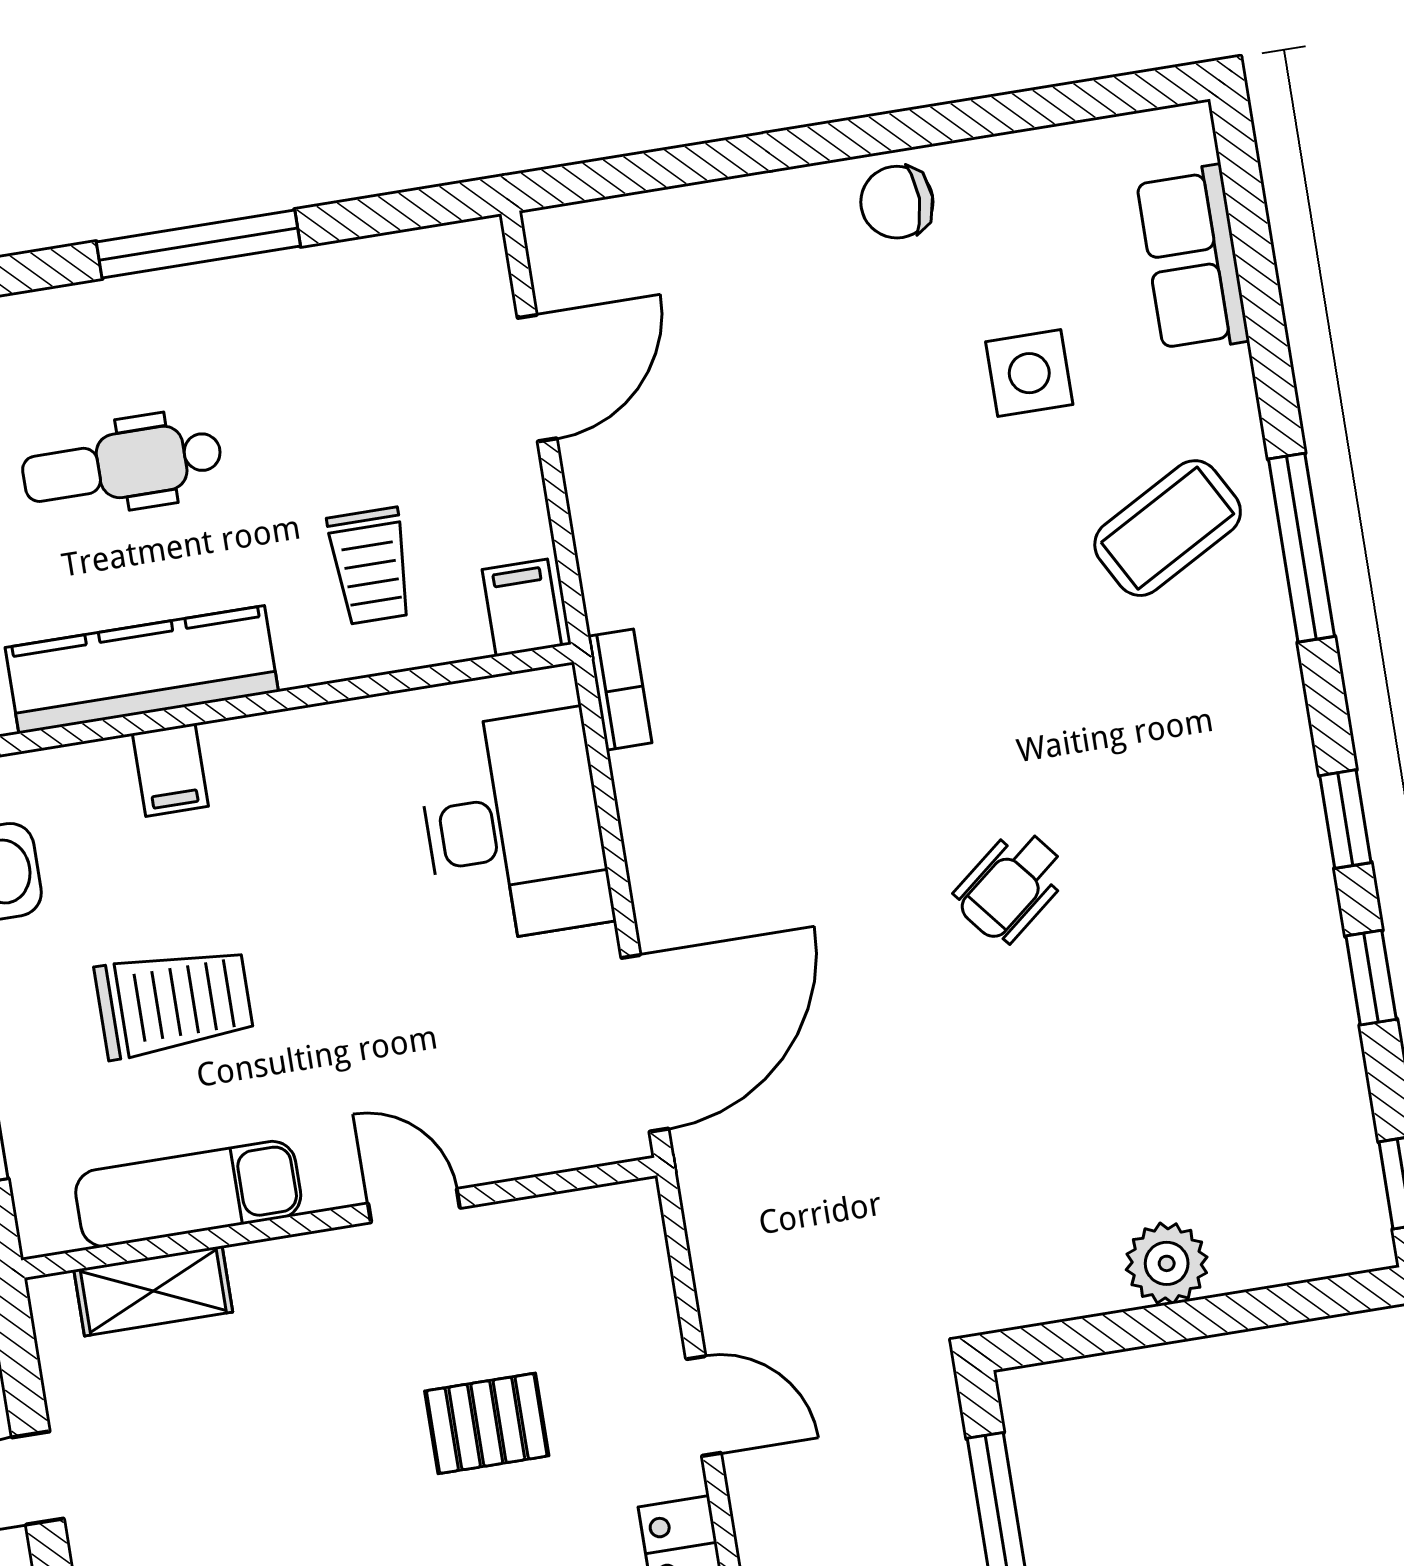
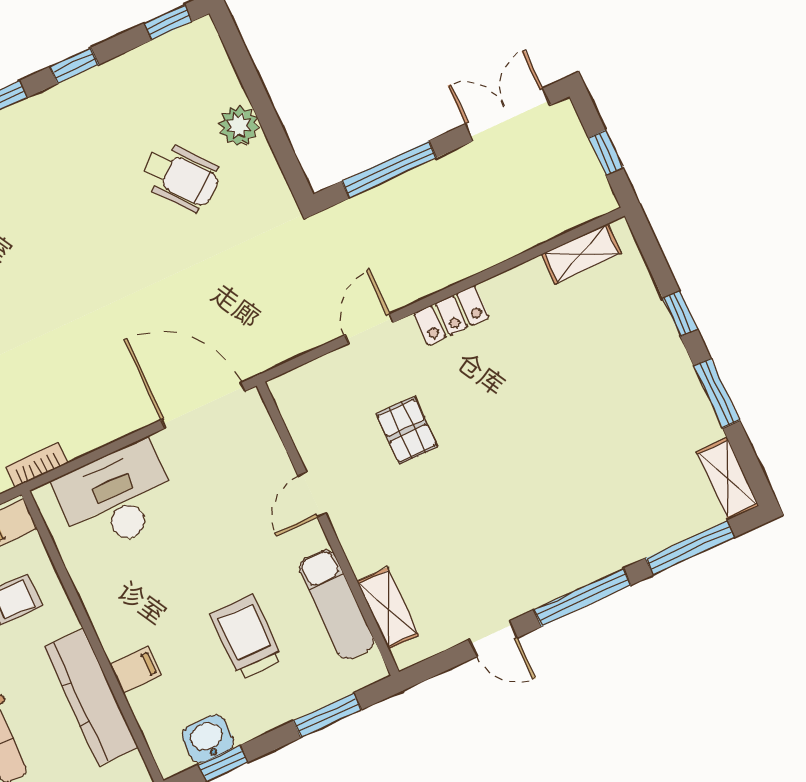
wheelchair: (1011, 886) -> (180, 177), moved, width x1.36, depth x1.37

